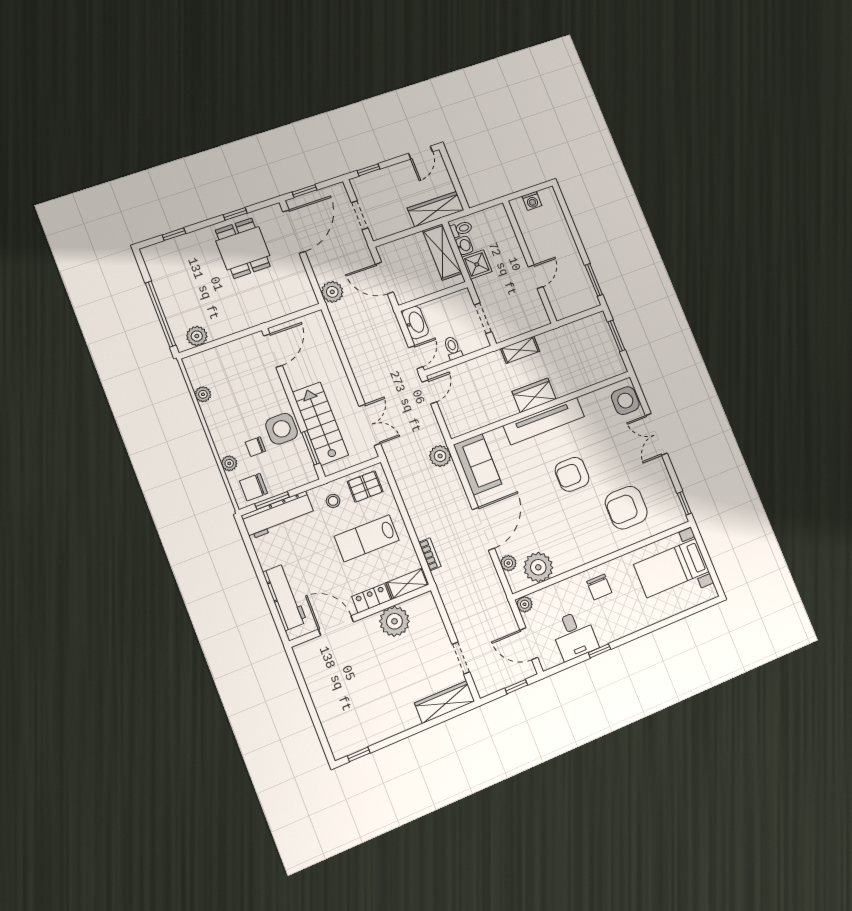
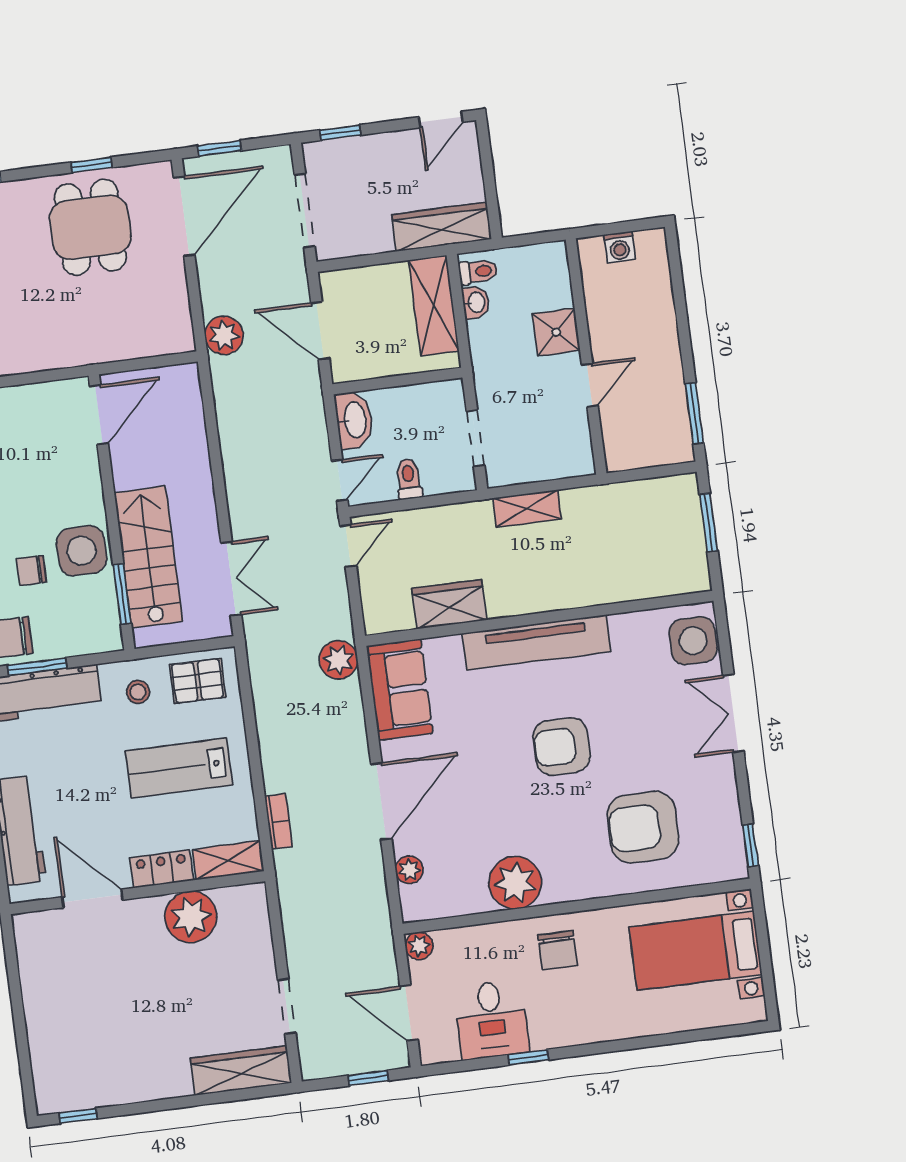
doorway: (360, 215) -> (305, 211), width x1.38
shower: (477, 264) -> (556, 332), moved
wardrobe: (534, 395) -> (449, 604), moved
plant: (538, 567) -> (515, 883), moved

